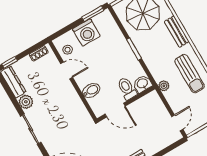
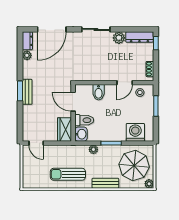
window: (93, 14) -> (156, 106), moved
washing machine: (86, 32) -> (135, 132), moved, turned 90
plant: (164, 86) -> (93, 149), moved
wardrobe: (147, 103) -> (64, 130), added
door: (115, 110) -> (73, 102), hinge flipped

